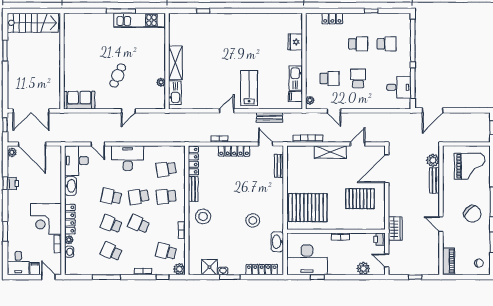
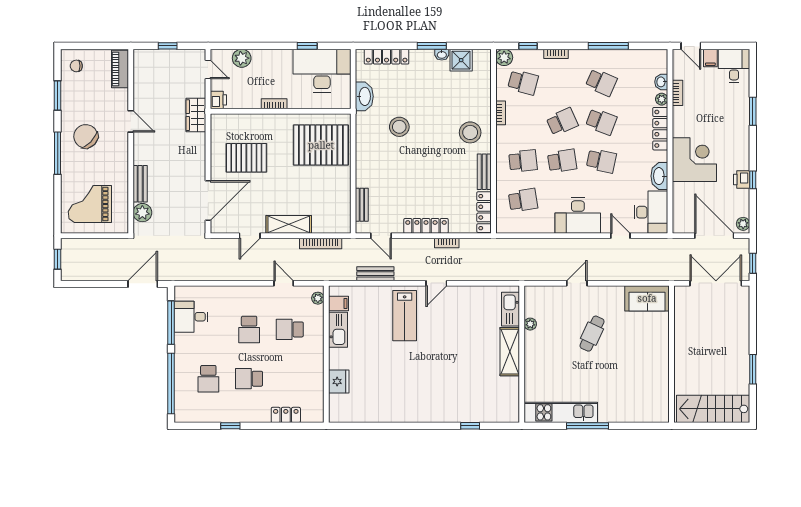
school desk: (387, 44) -> (208, 379), turned -90
corner desk: (46, 219) -> (694, 160), moved
school desk: (139, 224) -> (562, 122), turned -48

